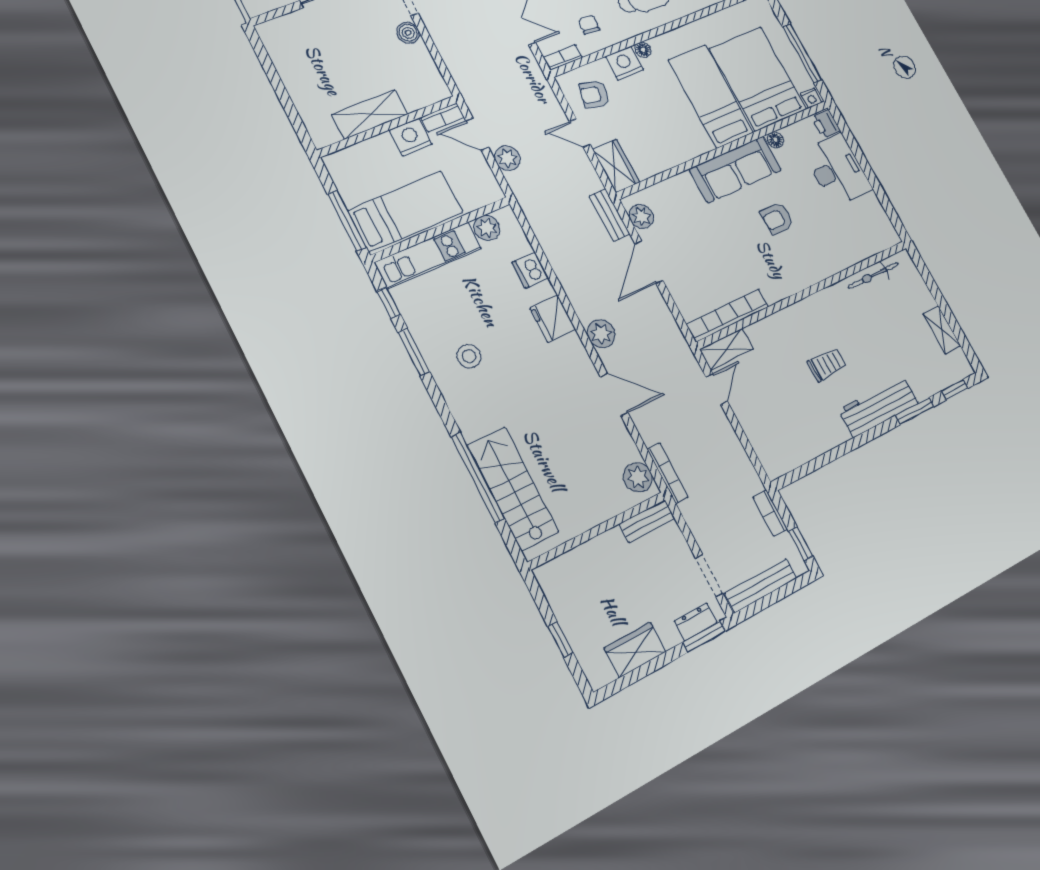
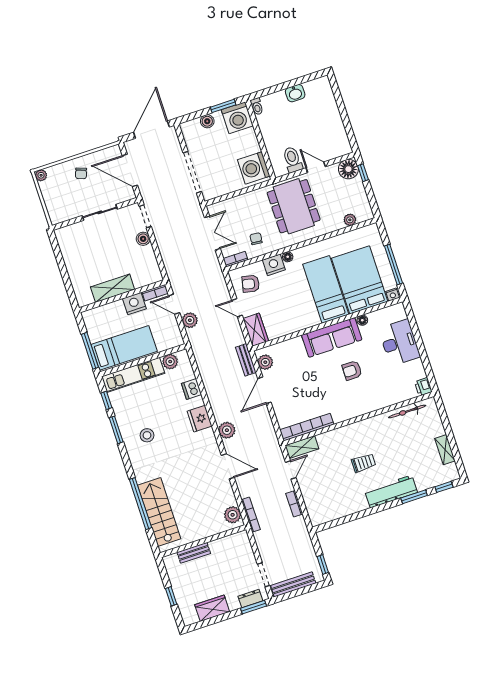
printer: (826, 124) -> (423, 387), moved
bookcase: (770, 513) -> (294, 504), moved
bench: (647, 521) -> (194, 553), moved

